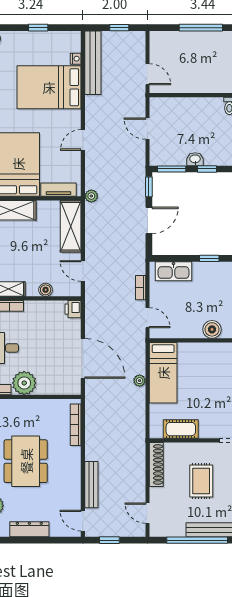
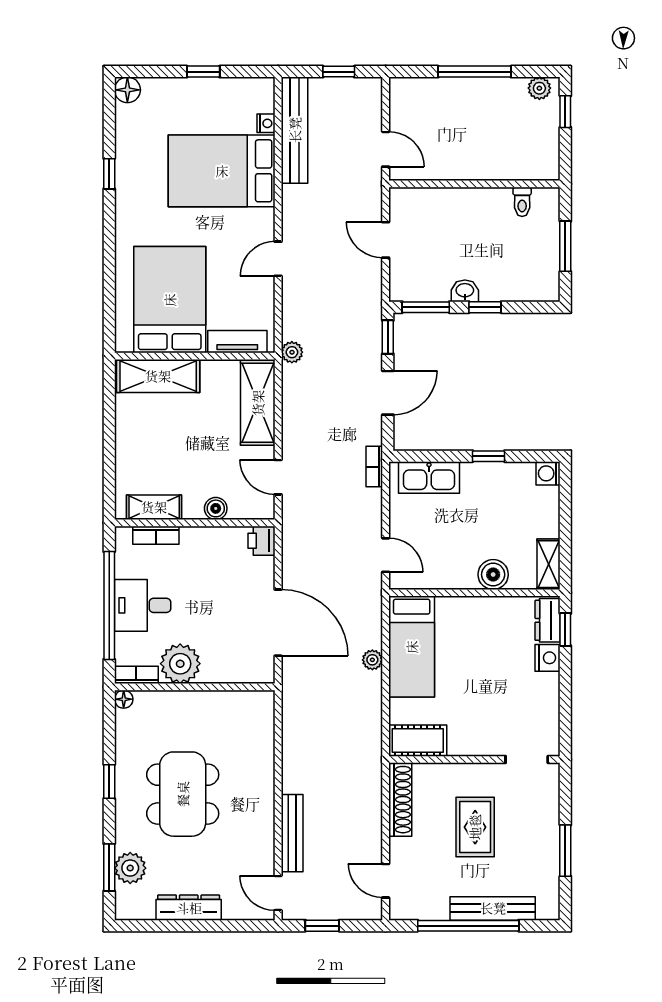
bookcase: (141, 288) -> (374, 467), moved
bookcase: (76, 425) -> (266, 733), removed
cot: (181, 429) -> (418, 741), moved

